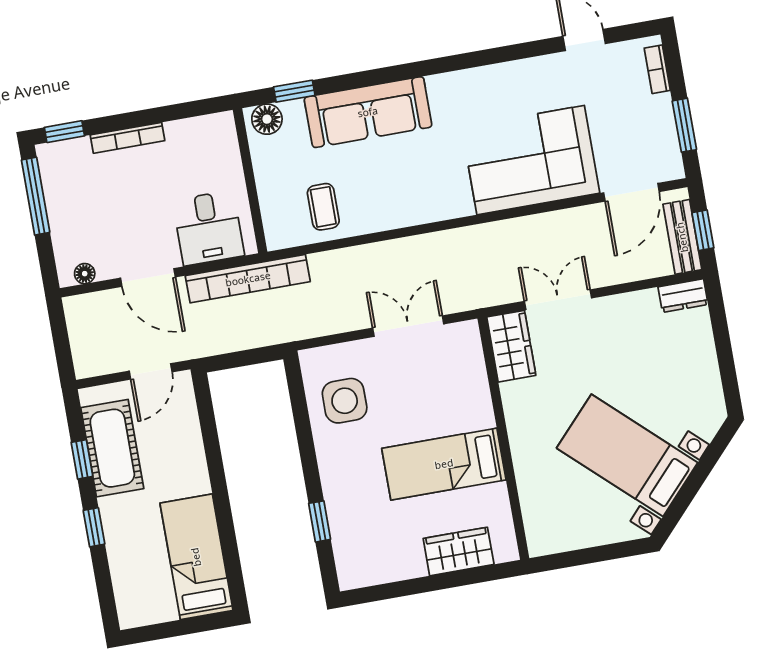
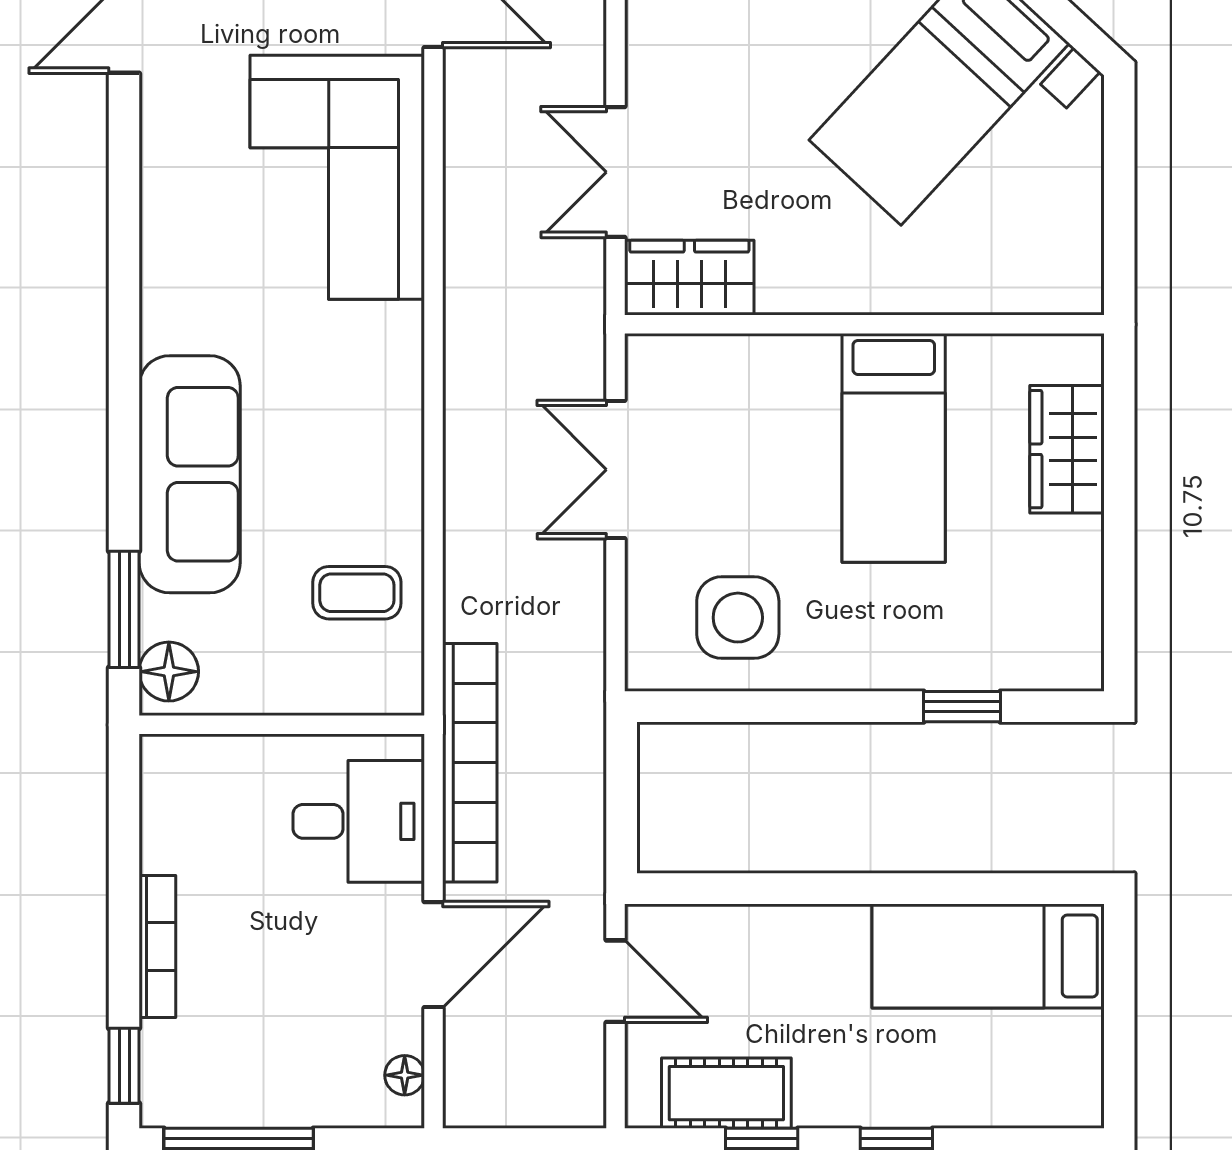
window: (294, 91) -> (124, 609), width x1.50
cot: (112, 448) -> (726, 1093), width x0.73, depth x0.75

